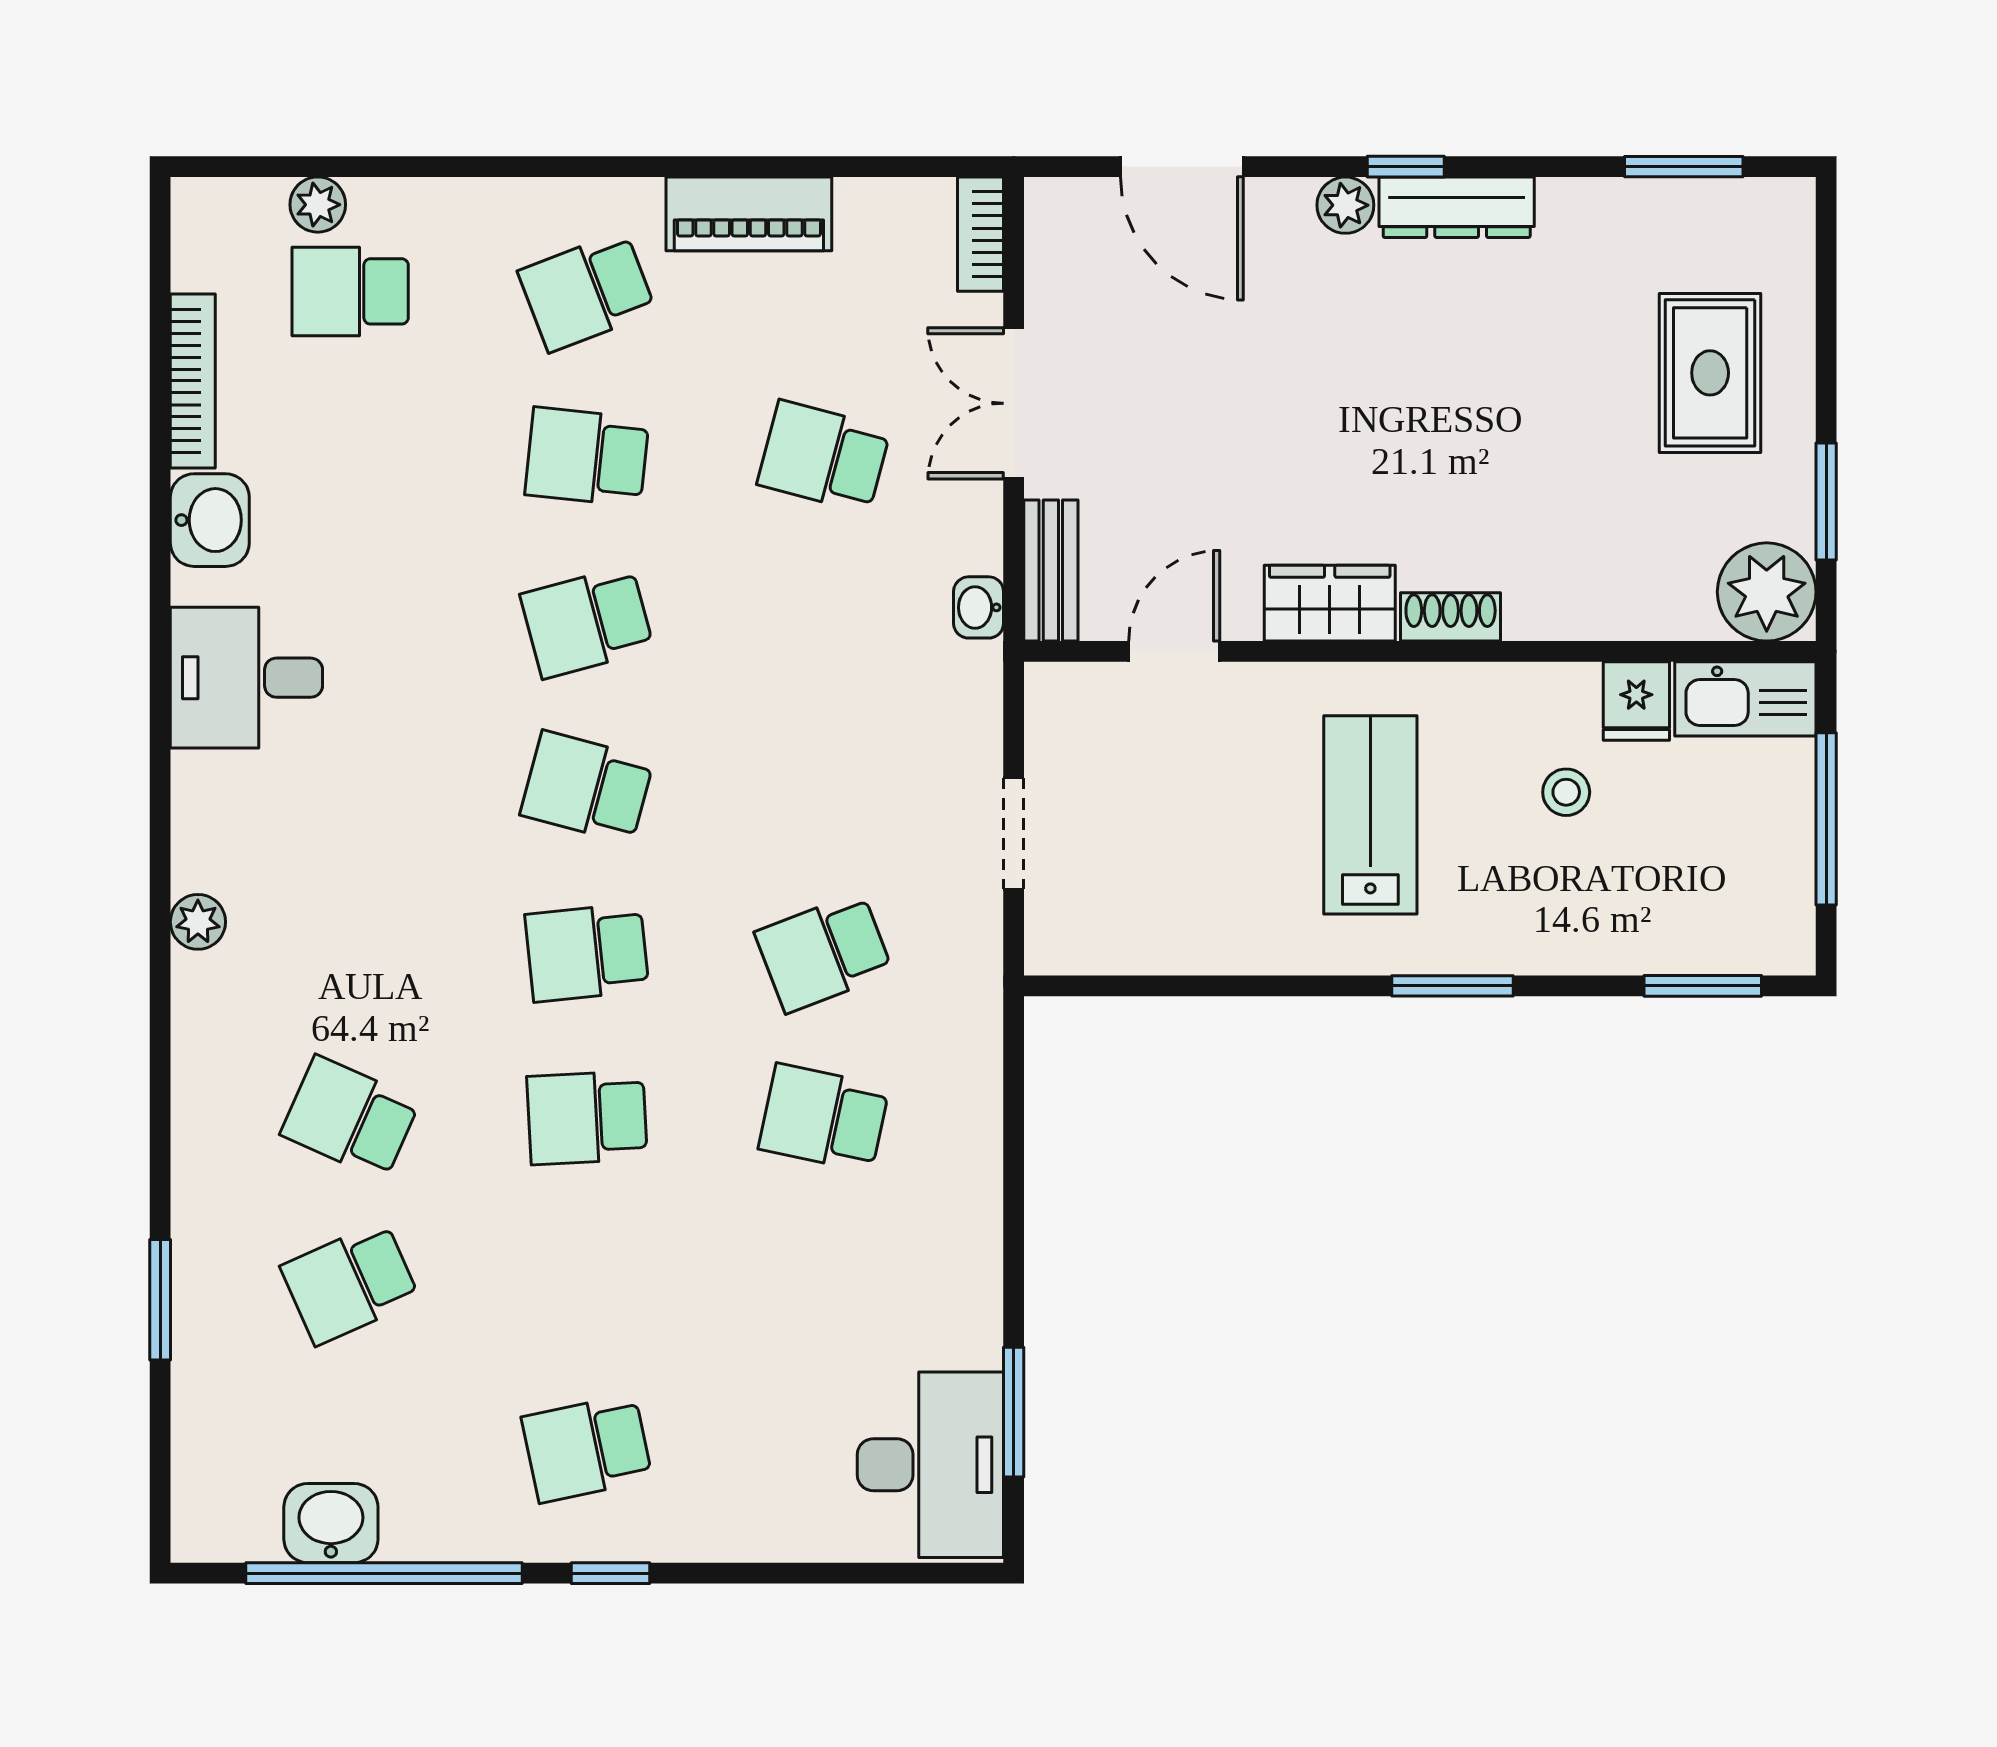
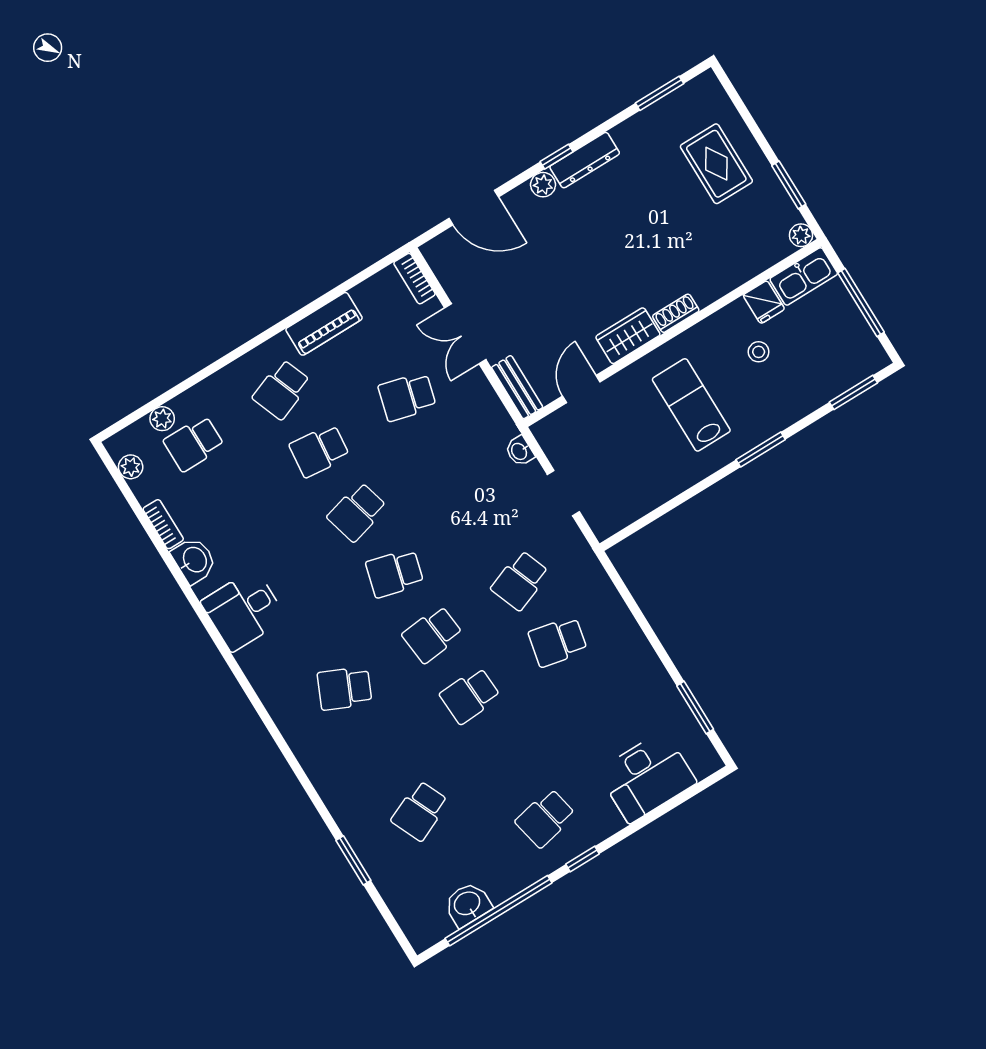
bookcase: (193, 381) -> (163, 524), width x0.64
plant: (1767, 592) -> (801, 235), width x0.53, depth x0.53
washbasin: (979, 607) -> (520, 451), moved
plant: (198, 922) -> (131, 467), moved
school desk: (350, 1118) -> (345, 688), moved
desk: (930, 1465) -> (647, 777), moved, turned 90

